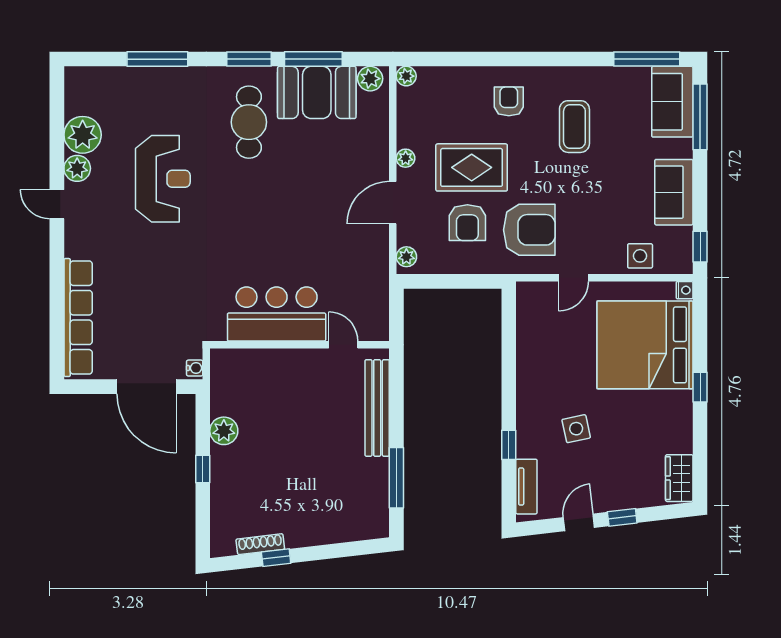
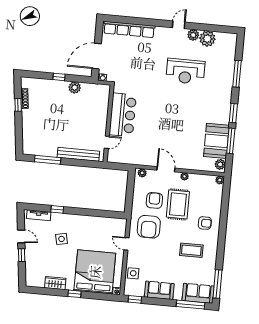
cafe table: (249, 122) -> (206, 111), removed
armchair: (467, 223) -> (154, 200), turned 90
wardrobe: (679, 478) -> (55, 283), moved

